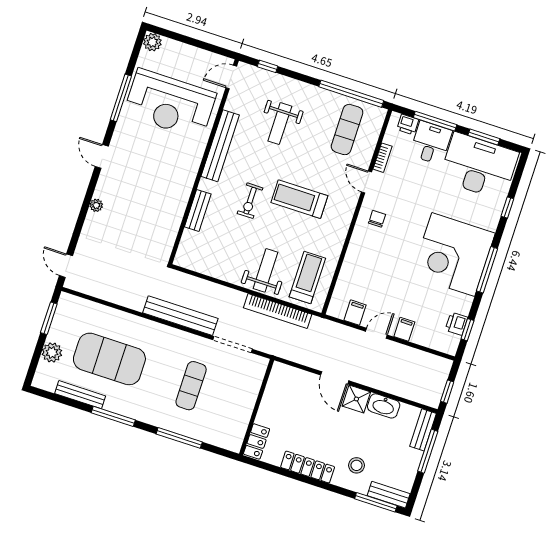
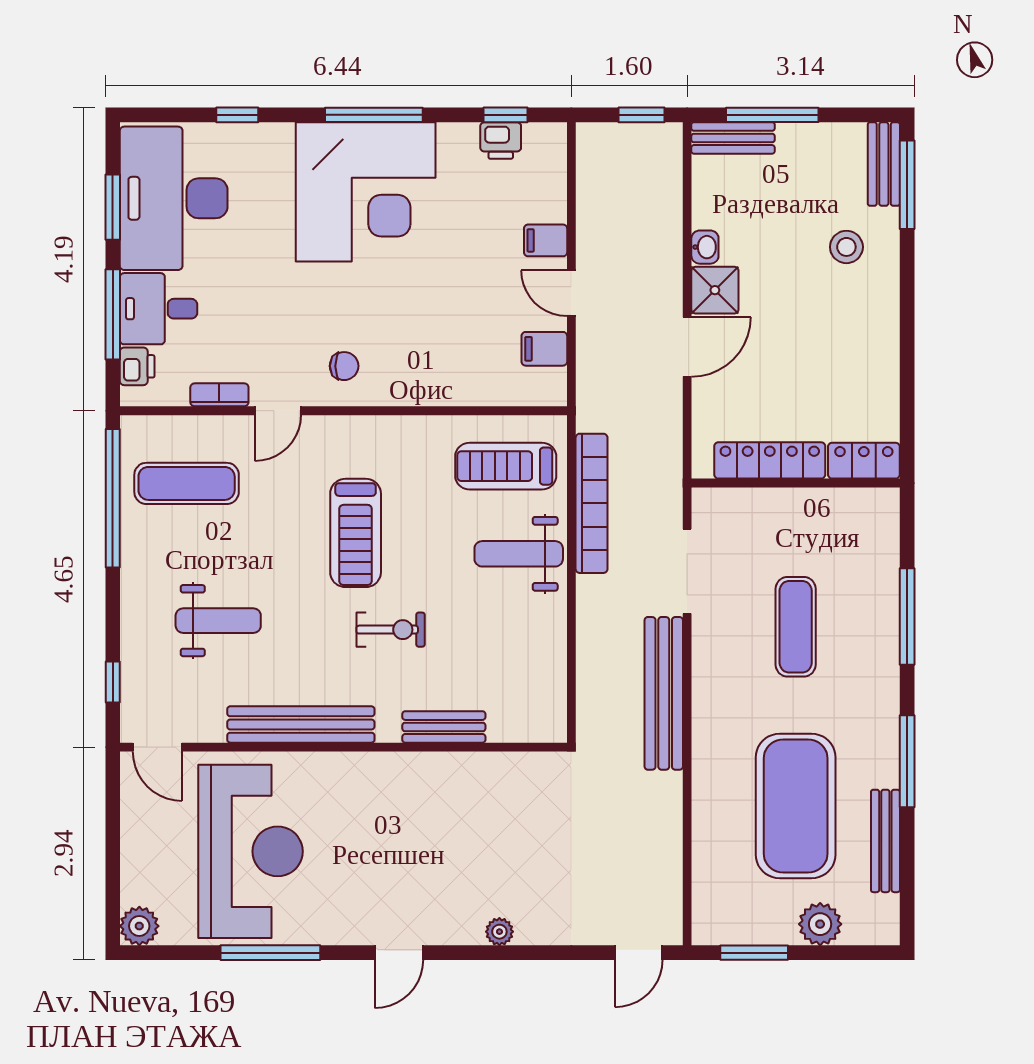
chair: (377, 219) -> (344, 366), turned 180
exercise mat: (191, 386) -> (796, 627), turned 90
washbasin: (384, 406) -> (705, 247), width x0.52, depth x0.69
locker: (308, 467) -> (770, 460), moved, turned 90

